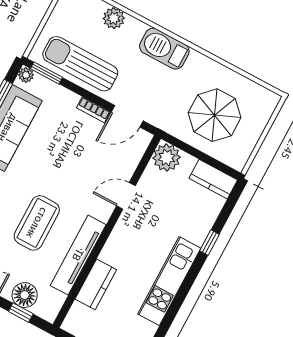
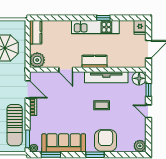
coffee table: (37, 223) -> (102, 105), width x0.54, depth x0.58
window: (210, 243) -> (103, 18), moved
kitchen counter: (96, 284) -> (95, 61), moved
floor lamp: (25, 295) -> (139, 78), moved

